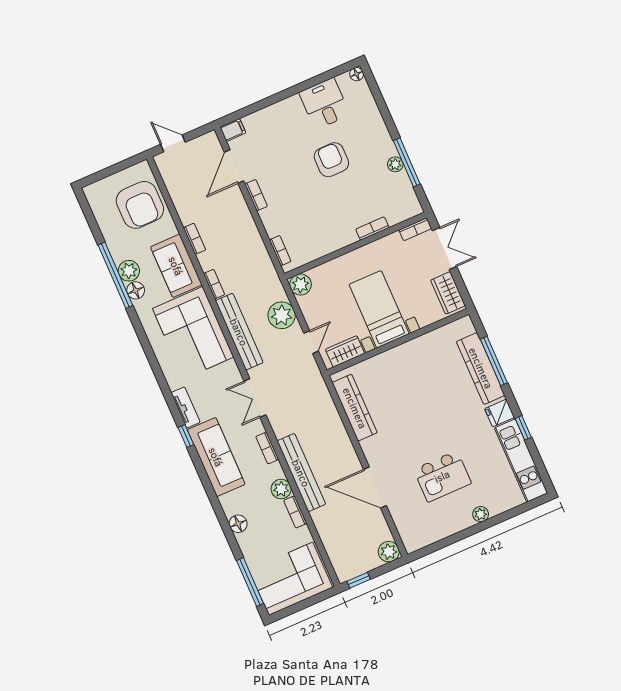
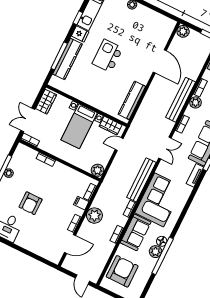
filing cabinet: (233, 130) -> (81, 203), moved
plant: (282, 315) -> (94, 216), moved
kitchen island: (442, 476) -> (108, 56), moved, turned -90

